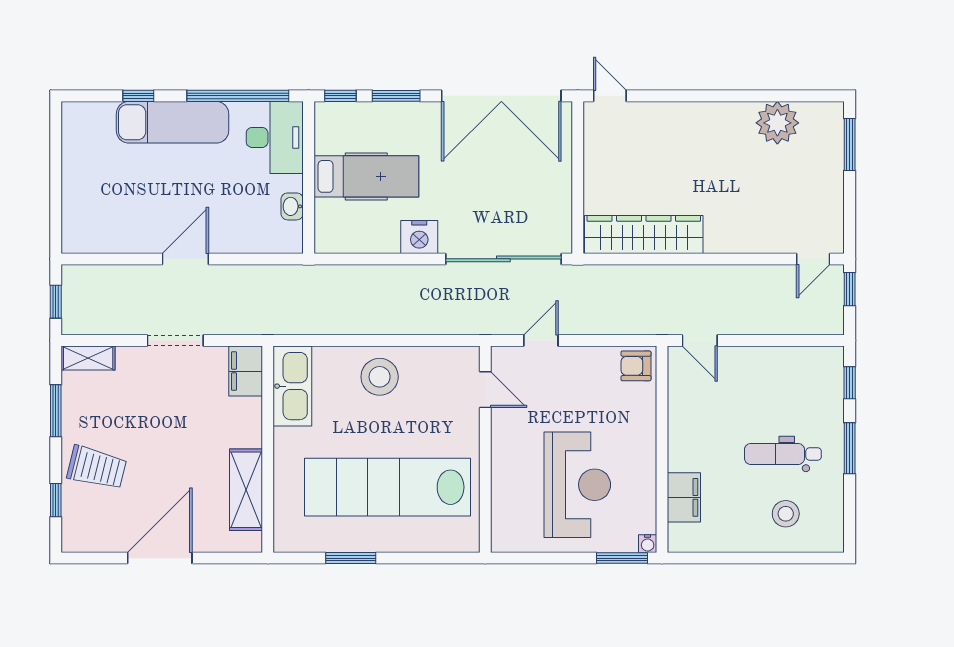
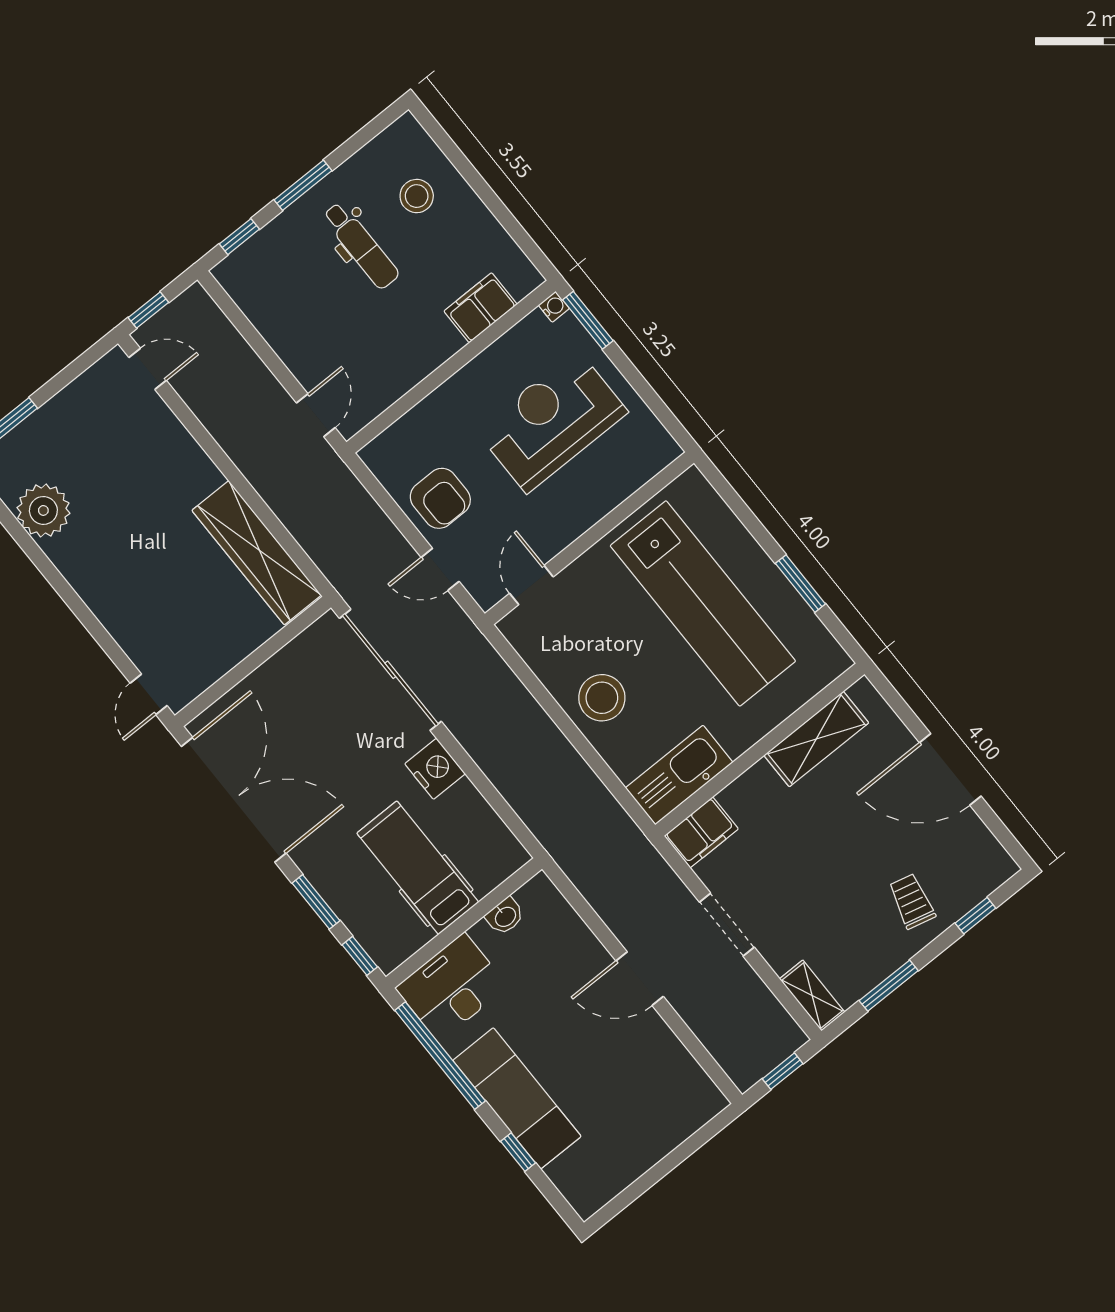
armchair: (636, 366) -> (440, 498), moved, width x1.38, depth x1.38
trolley: (97, 468) -> (912, 901), width x0.73, depth x0.72

